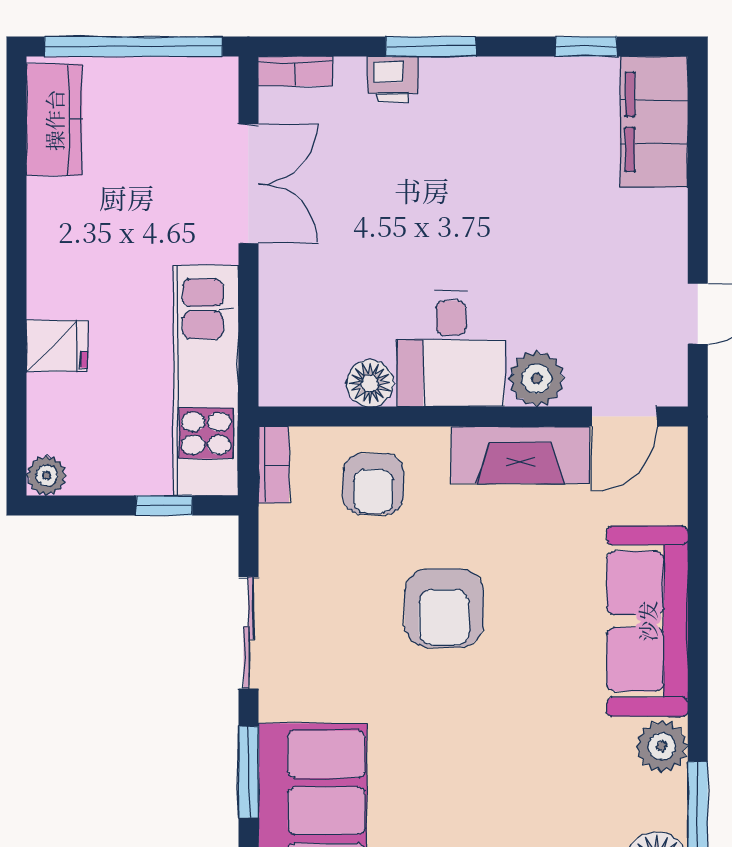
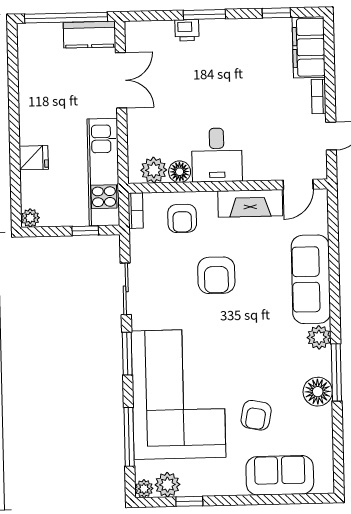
bookcase: (295, 71) -> (319, 97), moved, turned 90
kitchen counter: (54, 120) -> (89, 35), moved, turned 90
plant: (537, 379) -> (154, 170), moved

